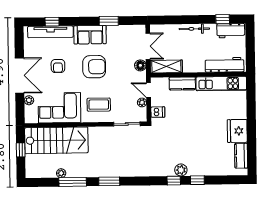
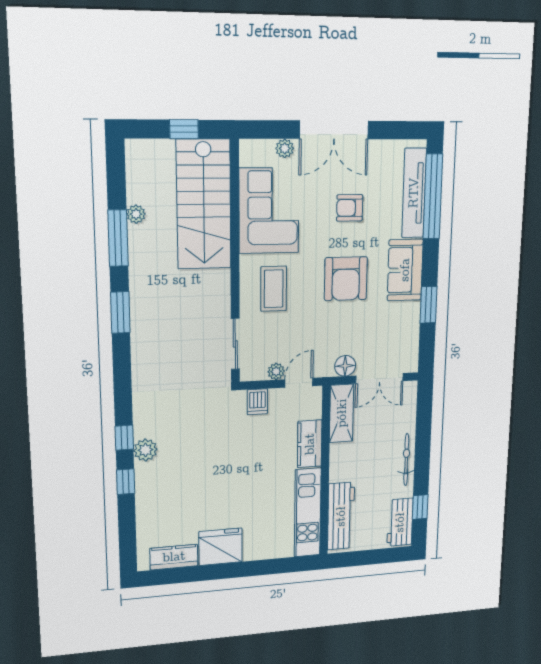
window: (52, 22) -> (433, 196), width x3.17

